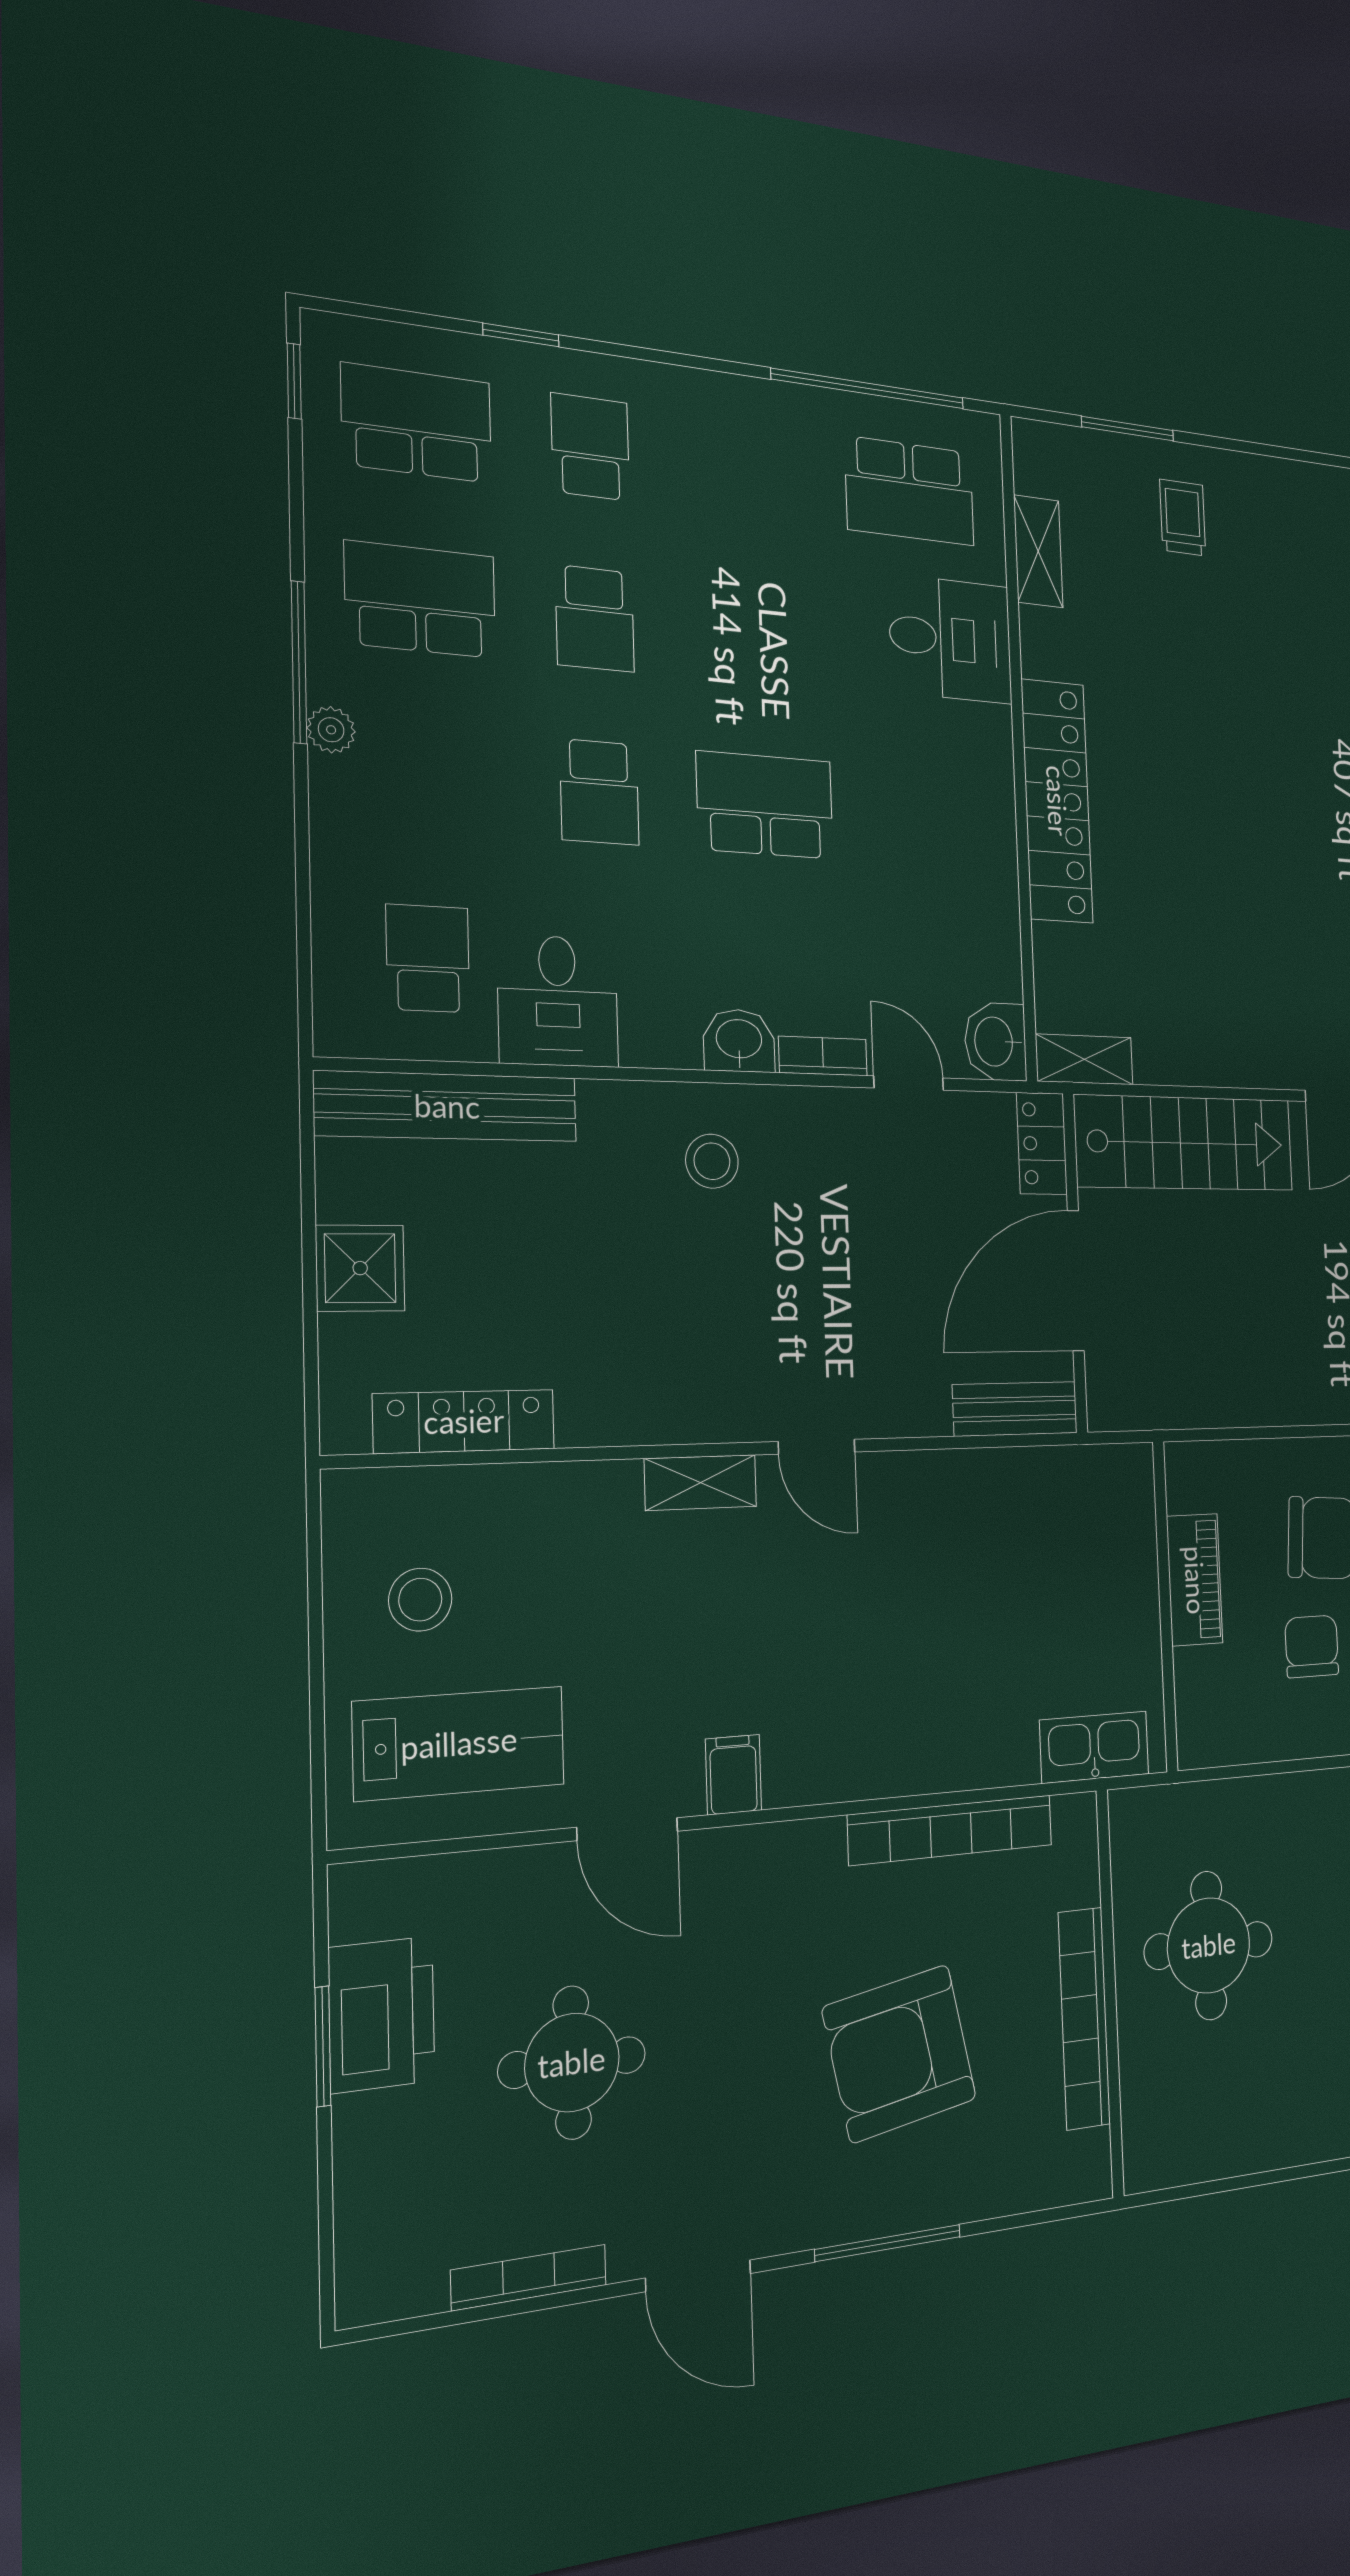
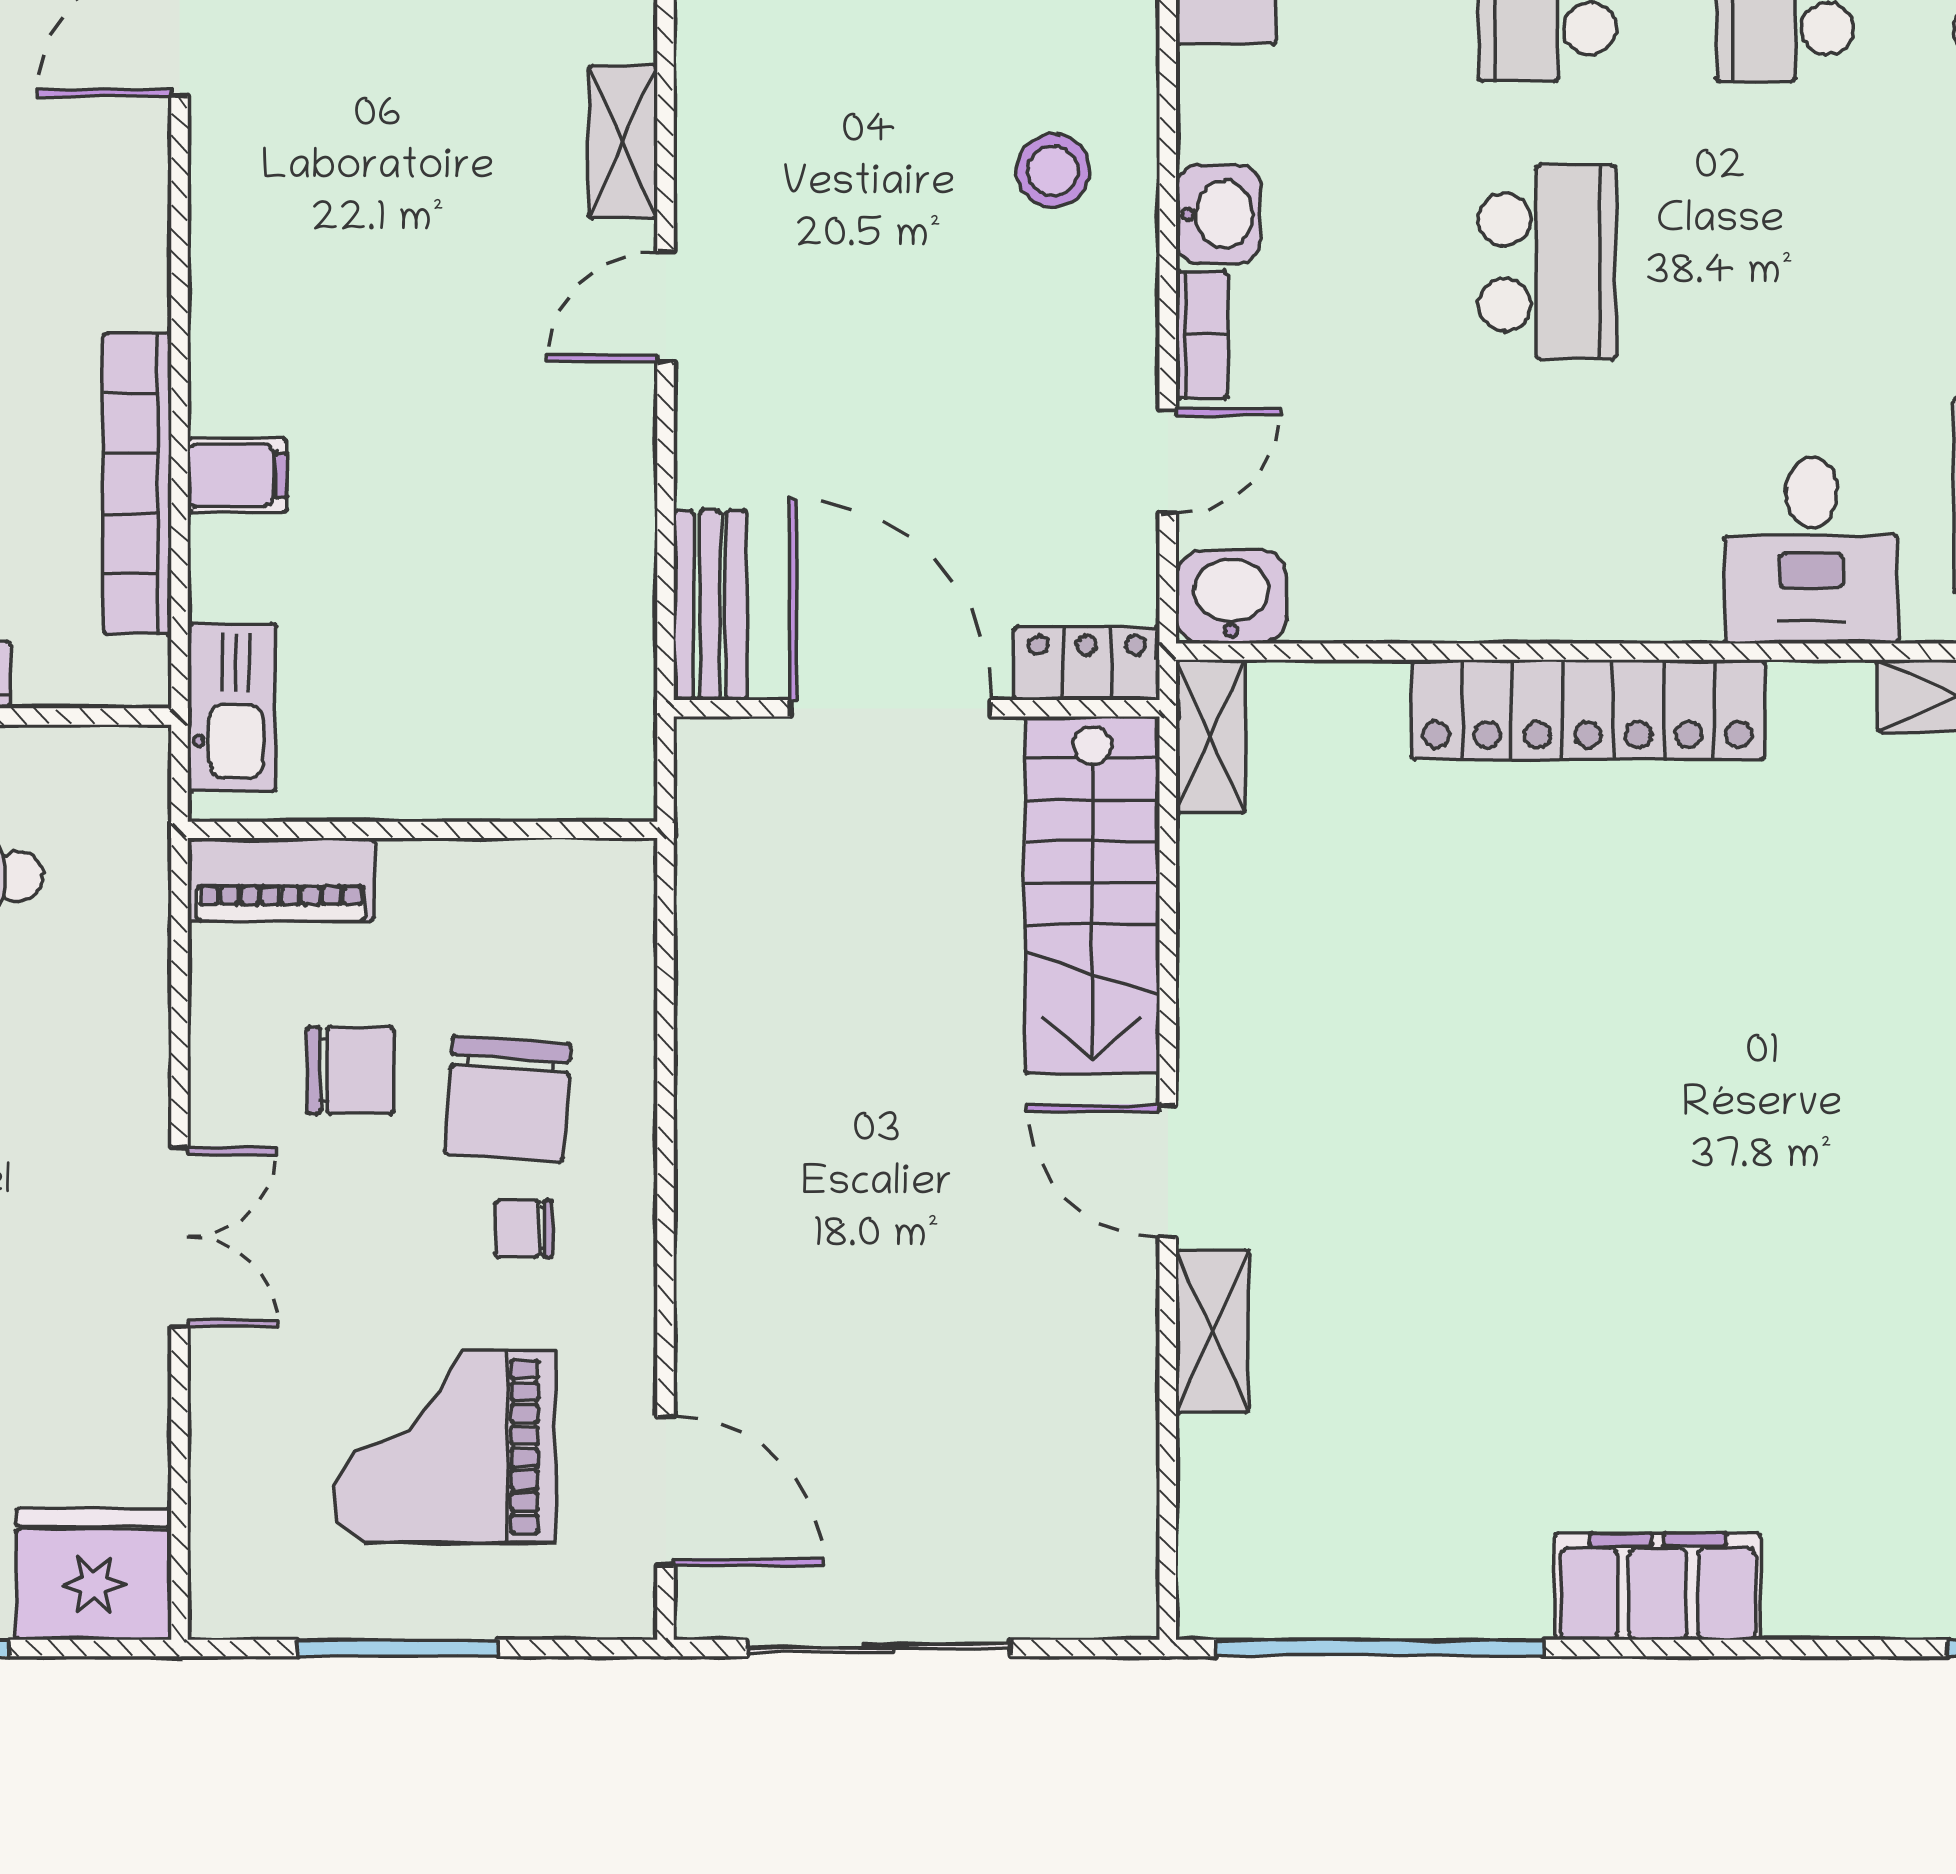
piano: (1195, 1580) -> (281, 880), moved
filing cabinet: (734, 1775) -> (237, 475), moved

